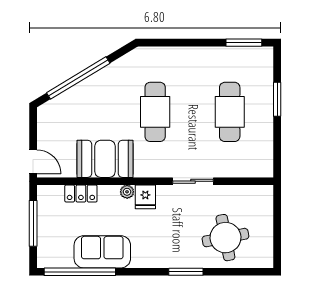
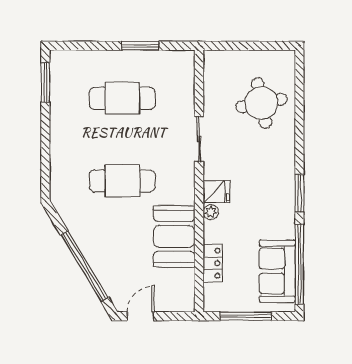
window: (277, 99) -> (140, 46), moved
door: (33, 162) -> (141, 316), moved
sofa: (102, 252) -> (277, 271), moved
window: (186, 272) -> (299, 193), moved

